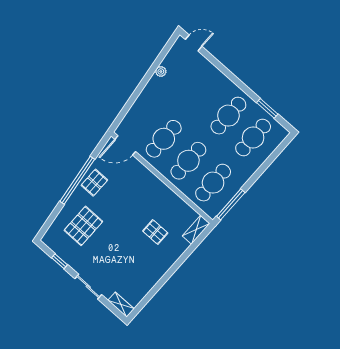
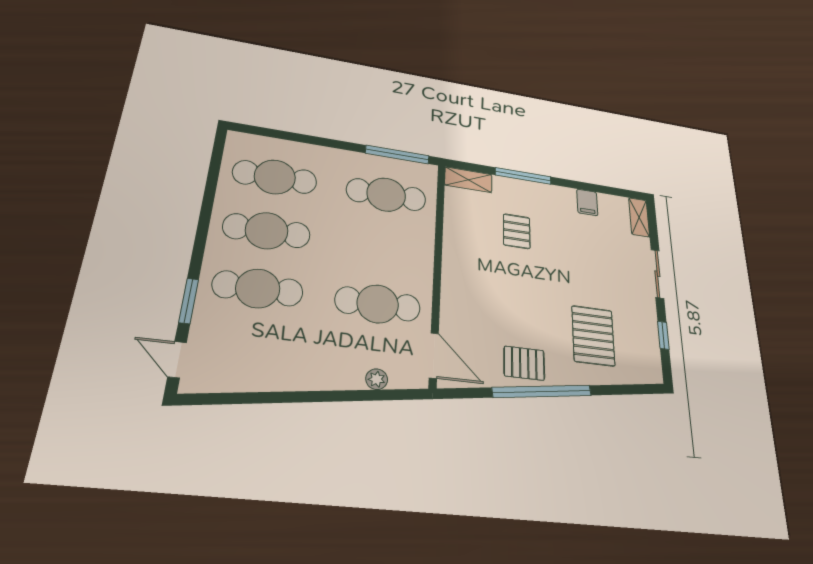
plant: (161, 71) -> (377, 379), moved
window: (267, 108) -> (189, 301), moved
cafe table: (188, 161) -> (258, 288), moved
pallet: (83, 226) -> (593, 336), turned 90
window: (181, 260) -> (523, 176), added
filing cabinet: (146, 283) -> (587, 202), added

